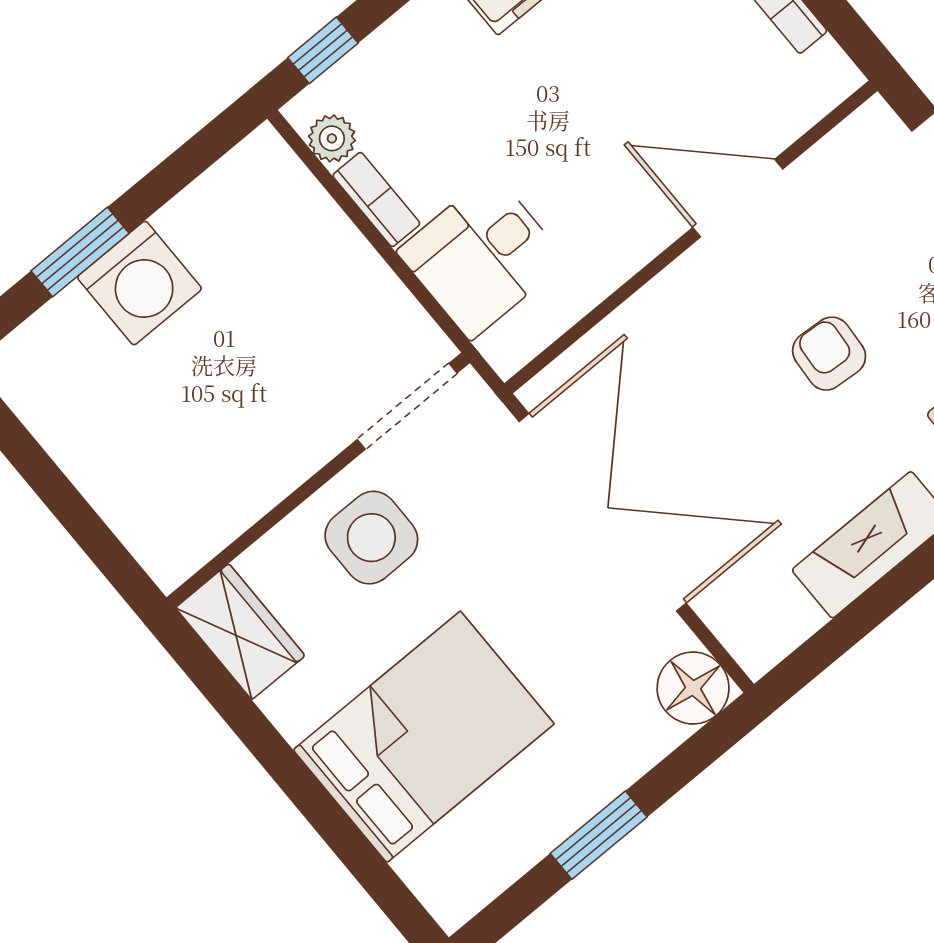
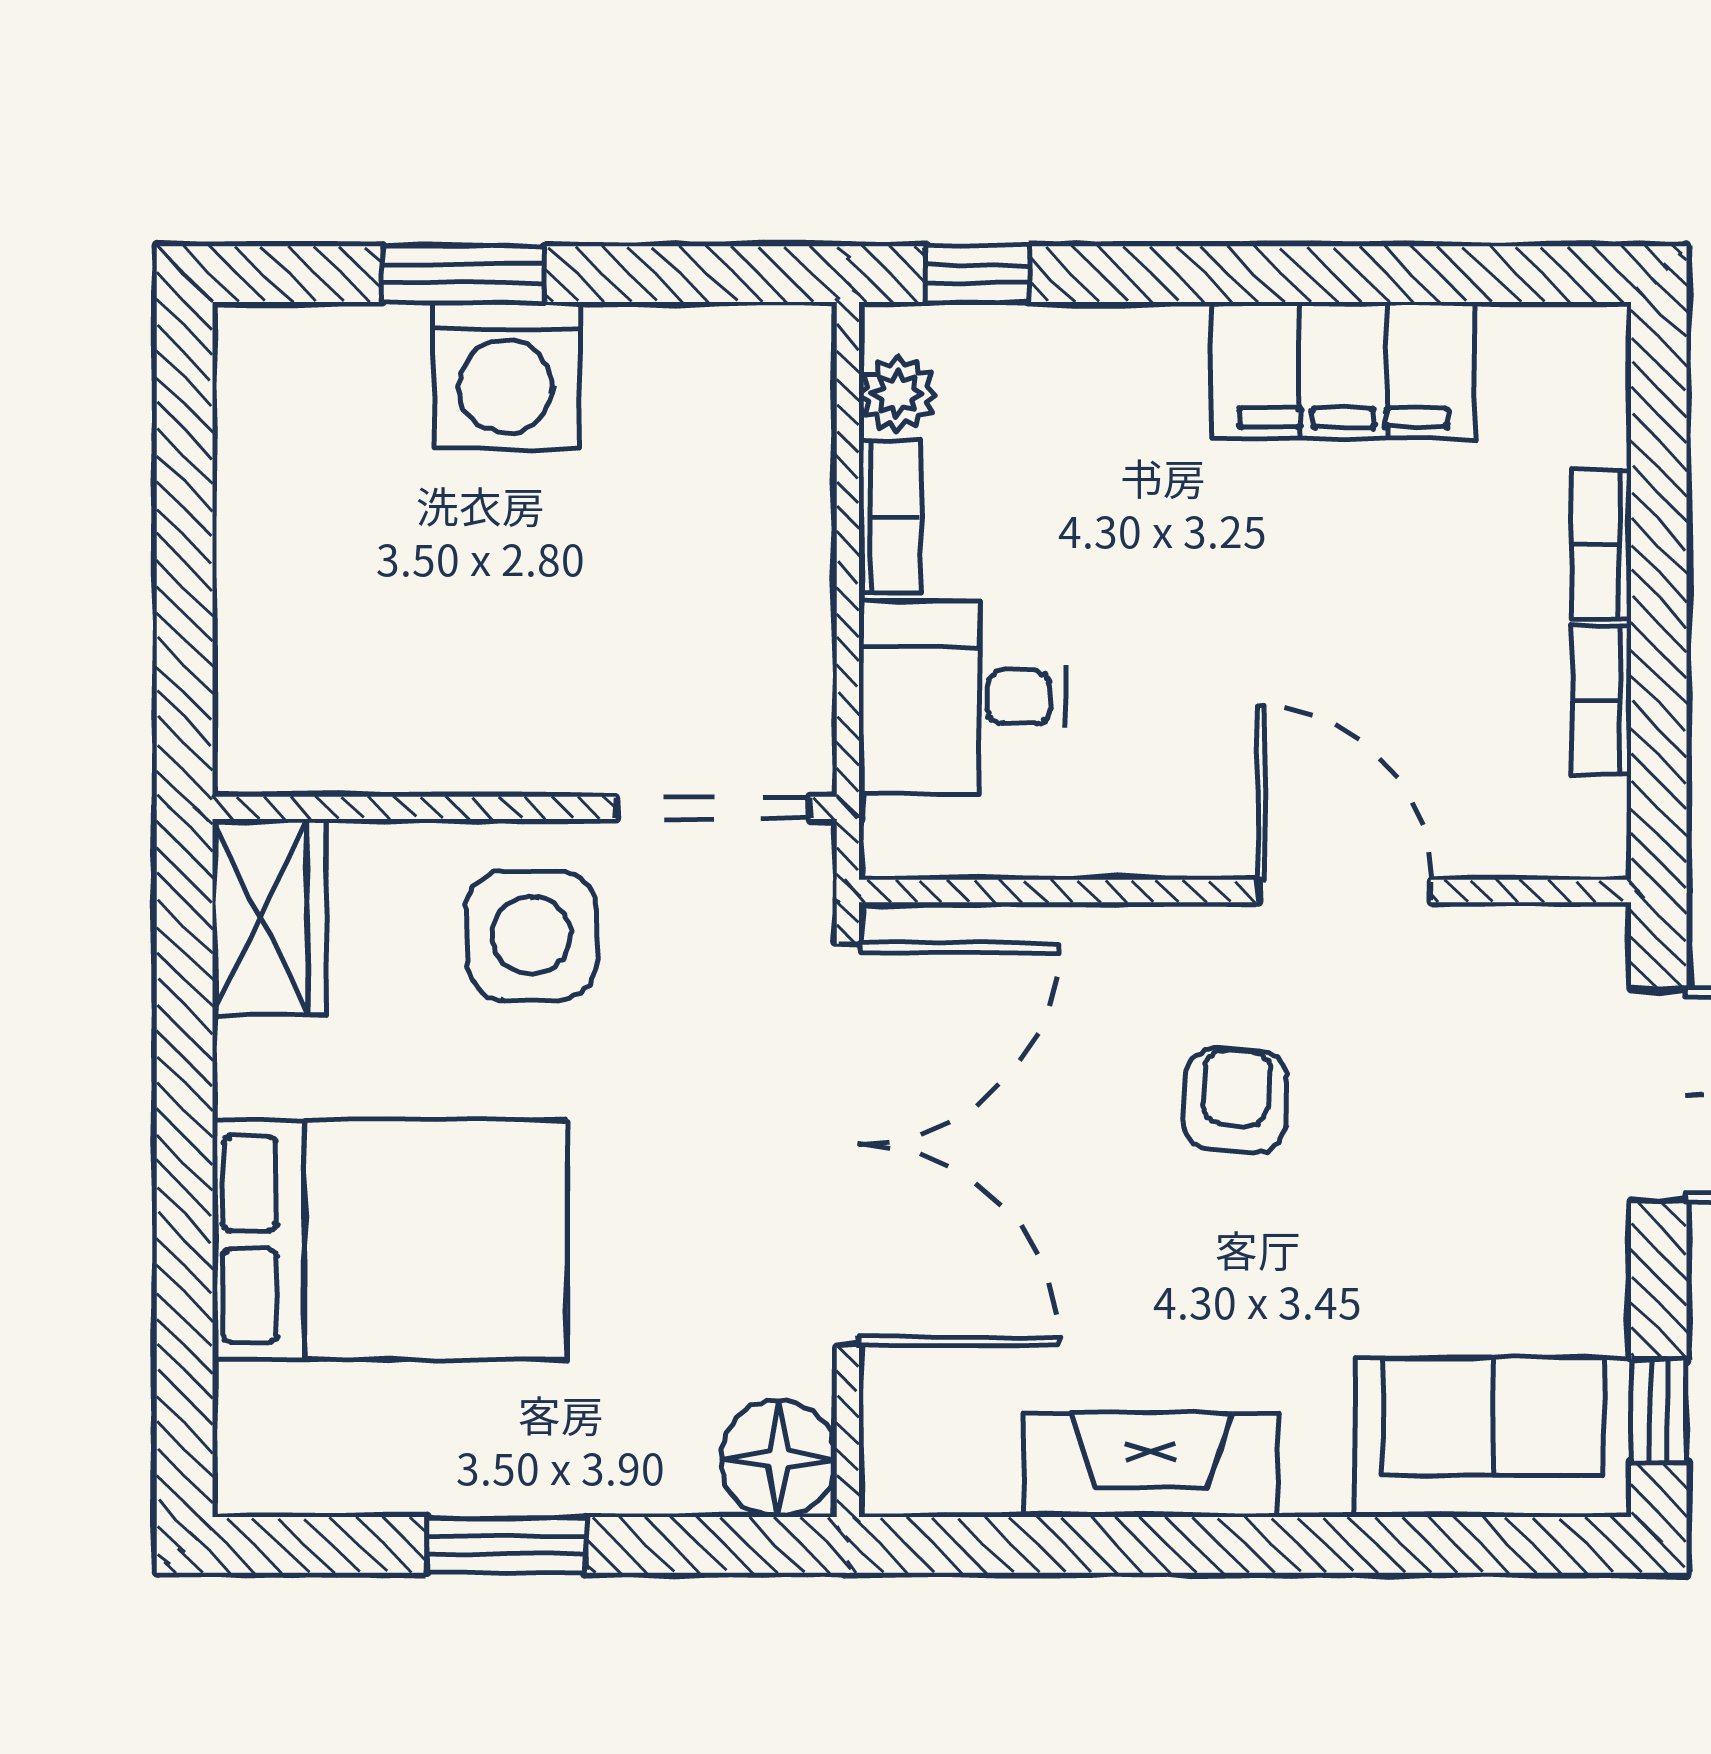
armchair: (829, 354) -> (1236, 1100), moved

